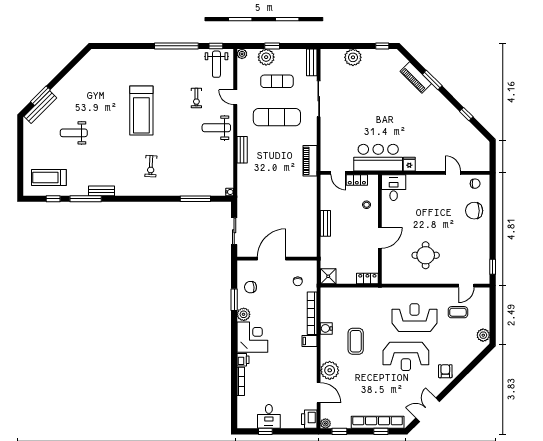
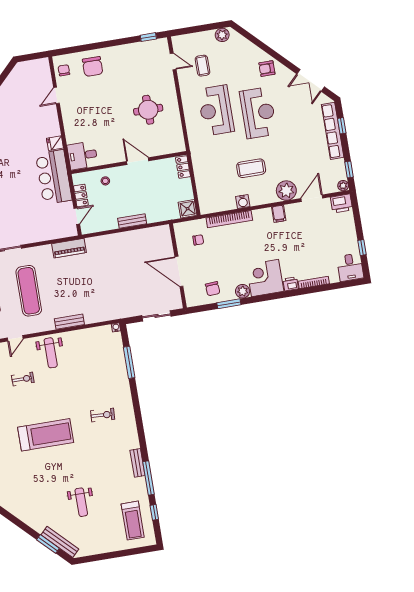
filing cabinet: (309, 341) -> (279, 214), moved
desk: (269, 416) -> (350, 267), moved, turned 90

